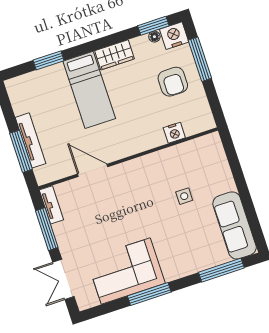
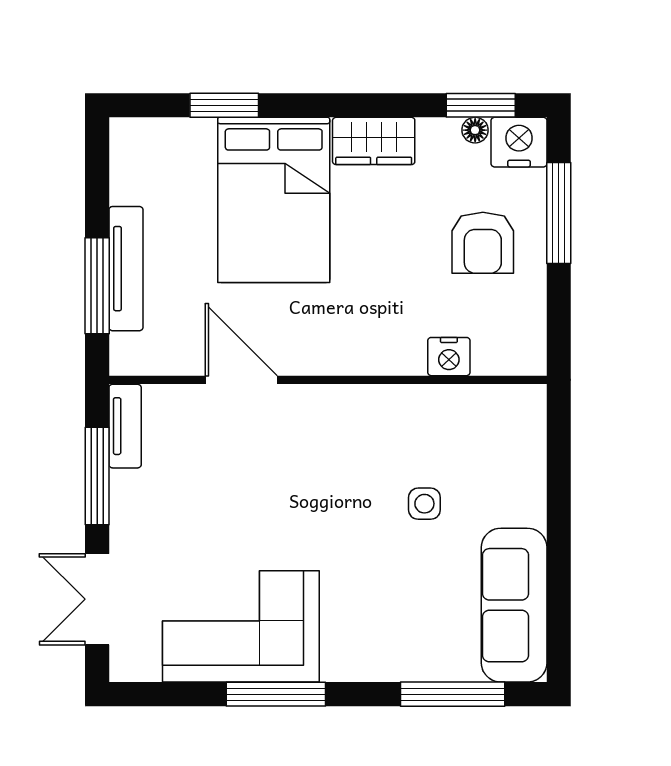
bed: (89, 90) -> (274, 200), width x1.50

